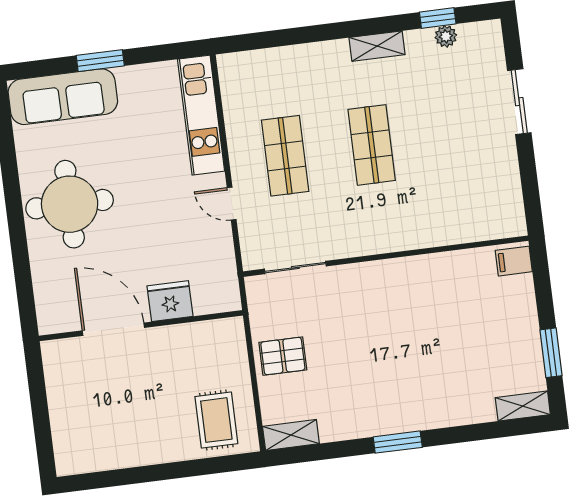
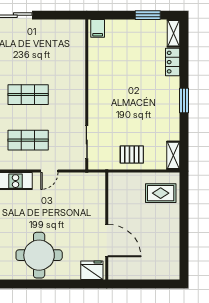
fridge: (170, 301) -> (92, 270), moved, turned 90
door: (113, 329) -> (107, 241), swing flipped
pallet: (283, 356) -> (132, 154), turned 90
locker: (468, 411) -> (173, 62), added

